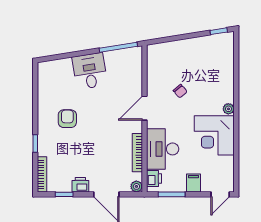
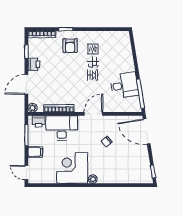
door: (167, 39) -> (147, 131), added
desk: (90, 71) -> (124, 85), moved
door: (144, 108) -> (93, 114), hinge flipped
armchair: (67, 119) -> (70, 46), moved, turned 89

